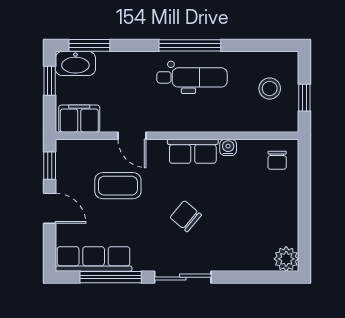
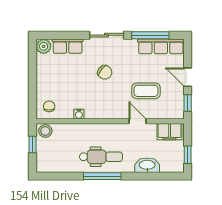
window: (89, 45) -> (163, 176), removed
washbasin: (75, 63) -> (147, 165), moved
dental chair: (192, 77) -> (101, 157), turned 180
stool: (270, 88) -> (45, 131), moved
row of seats: (193, 151) -> (68, 46), moved, turned 180

